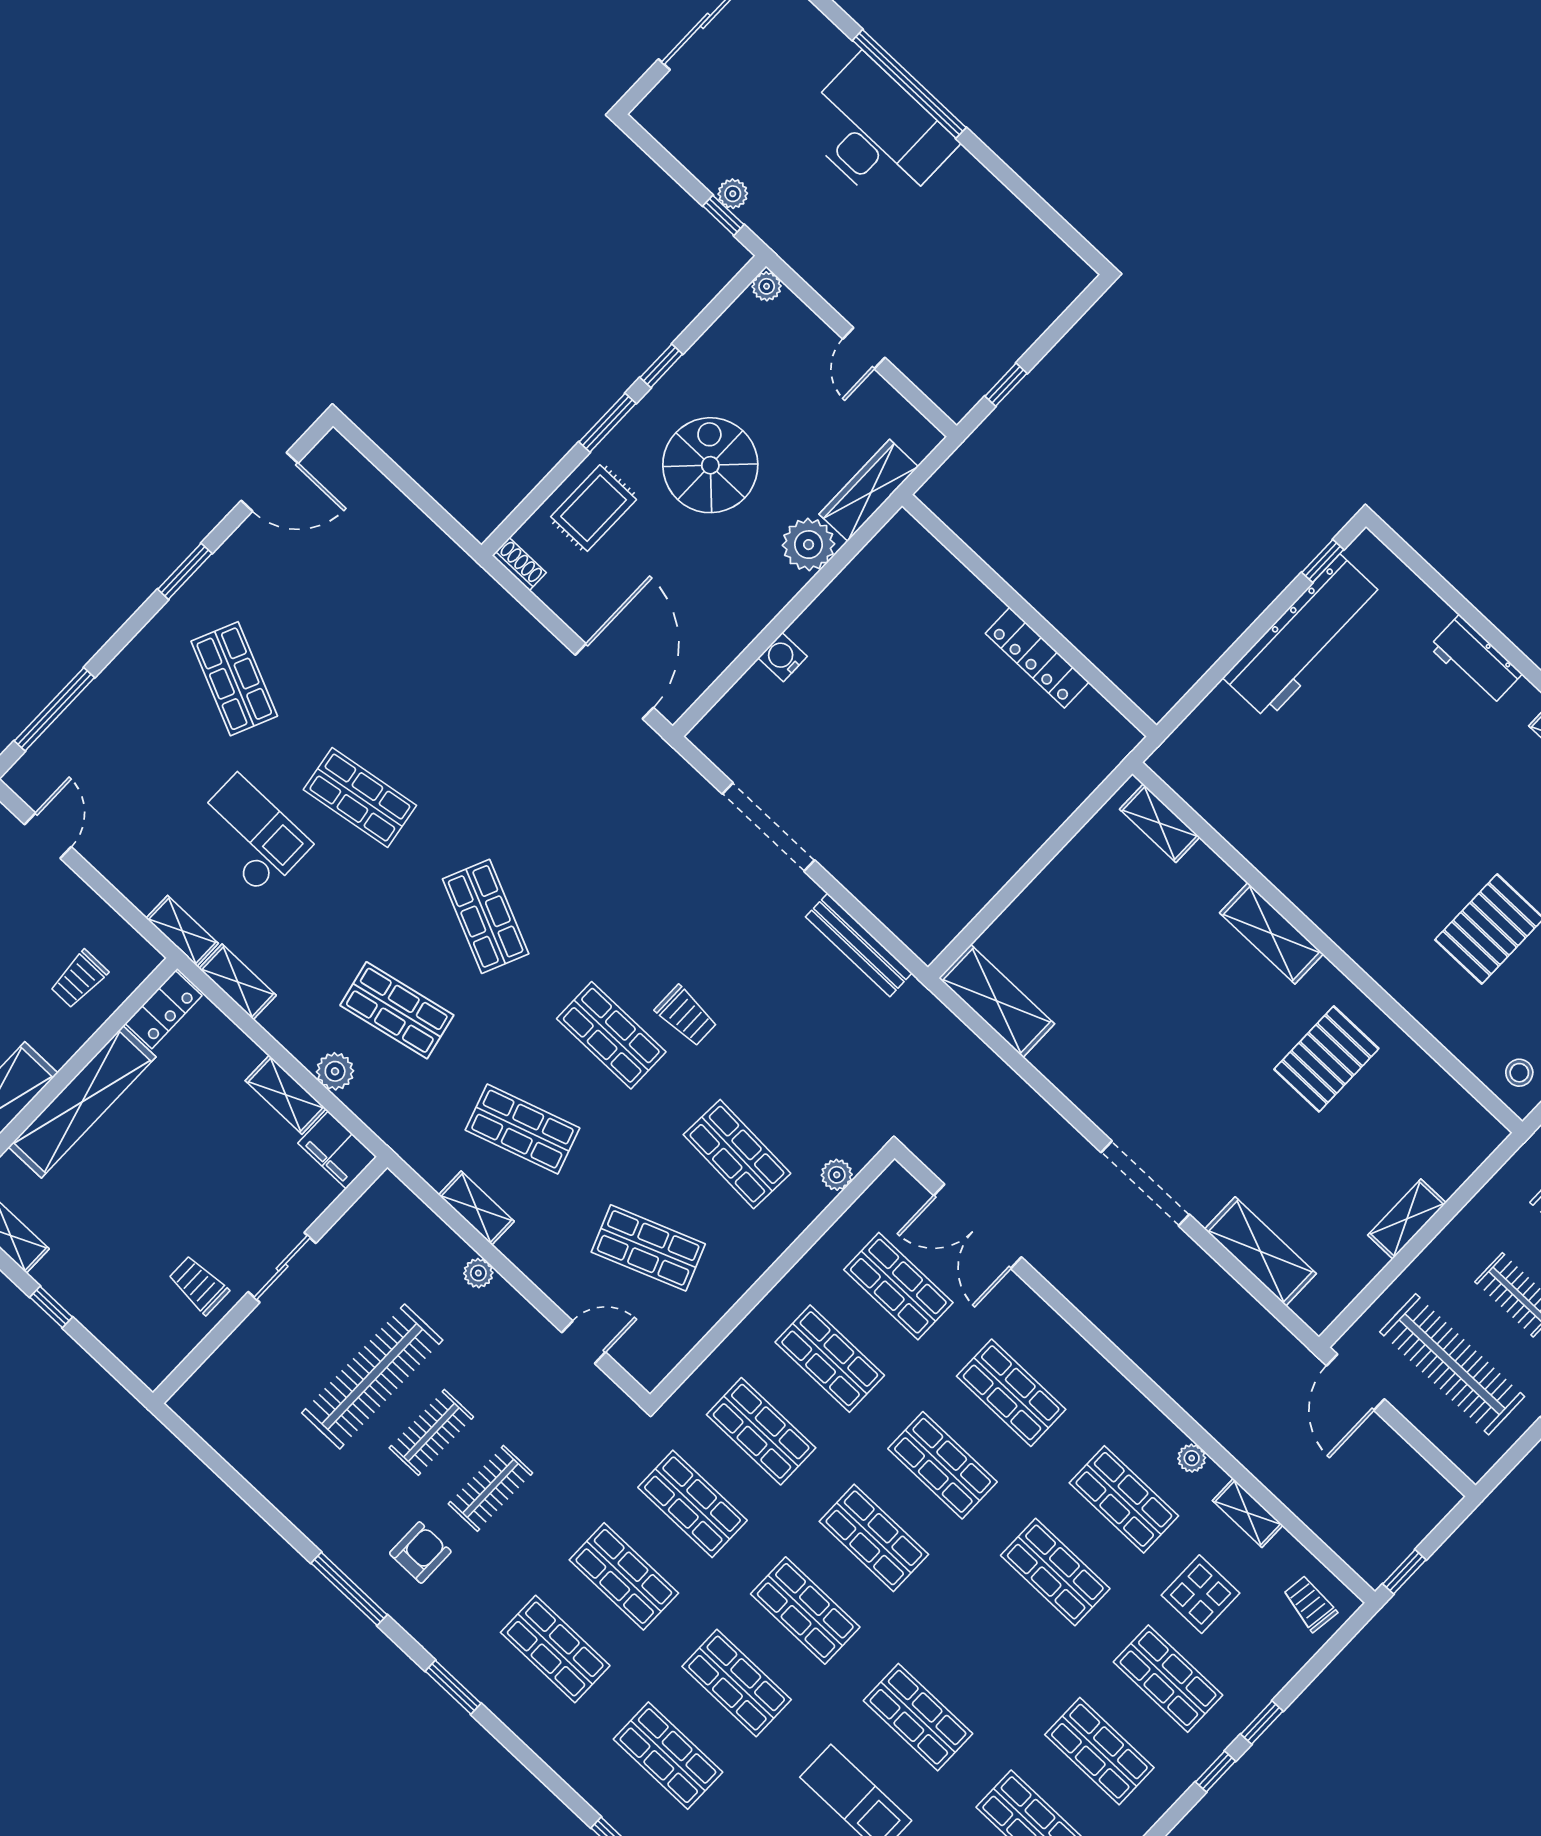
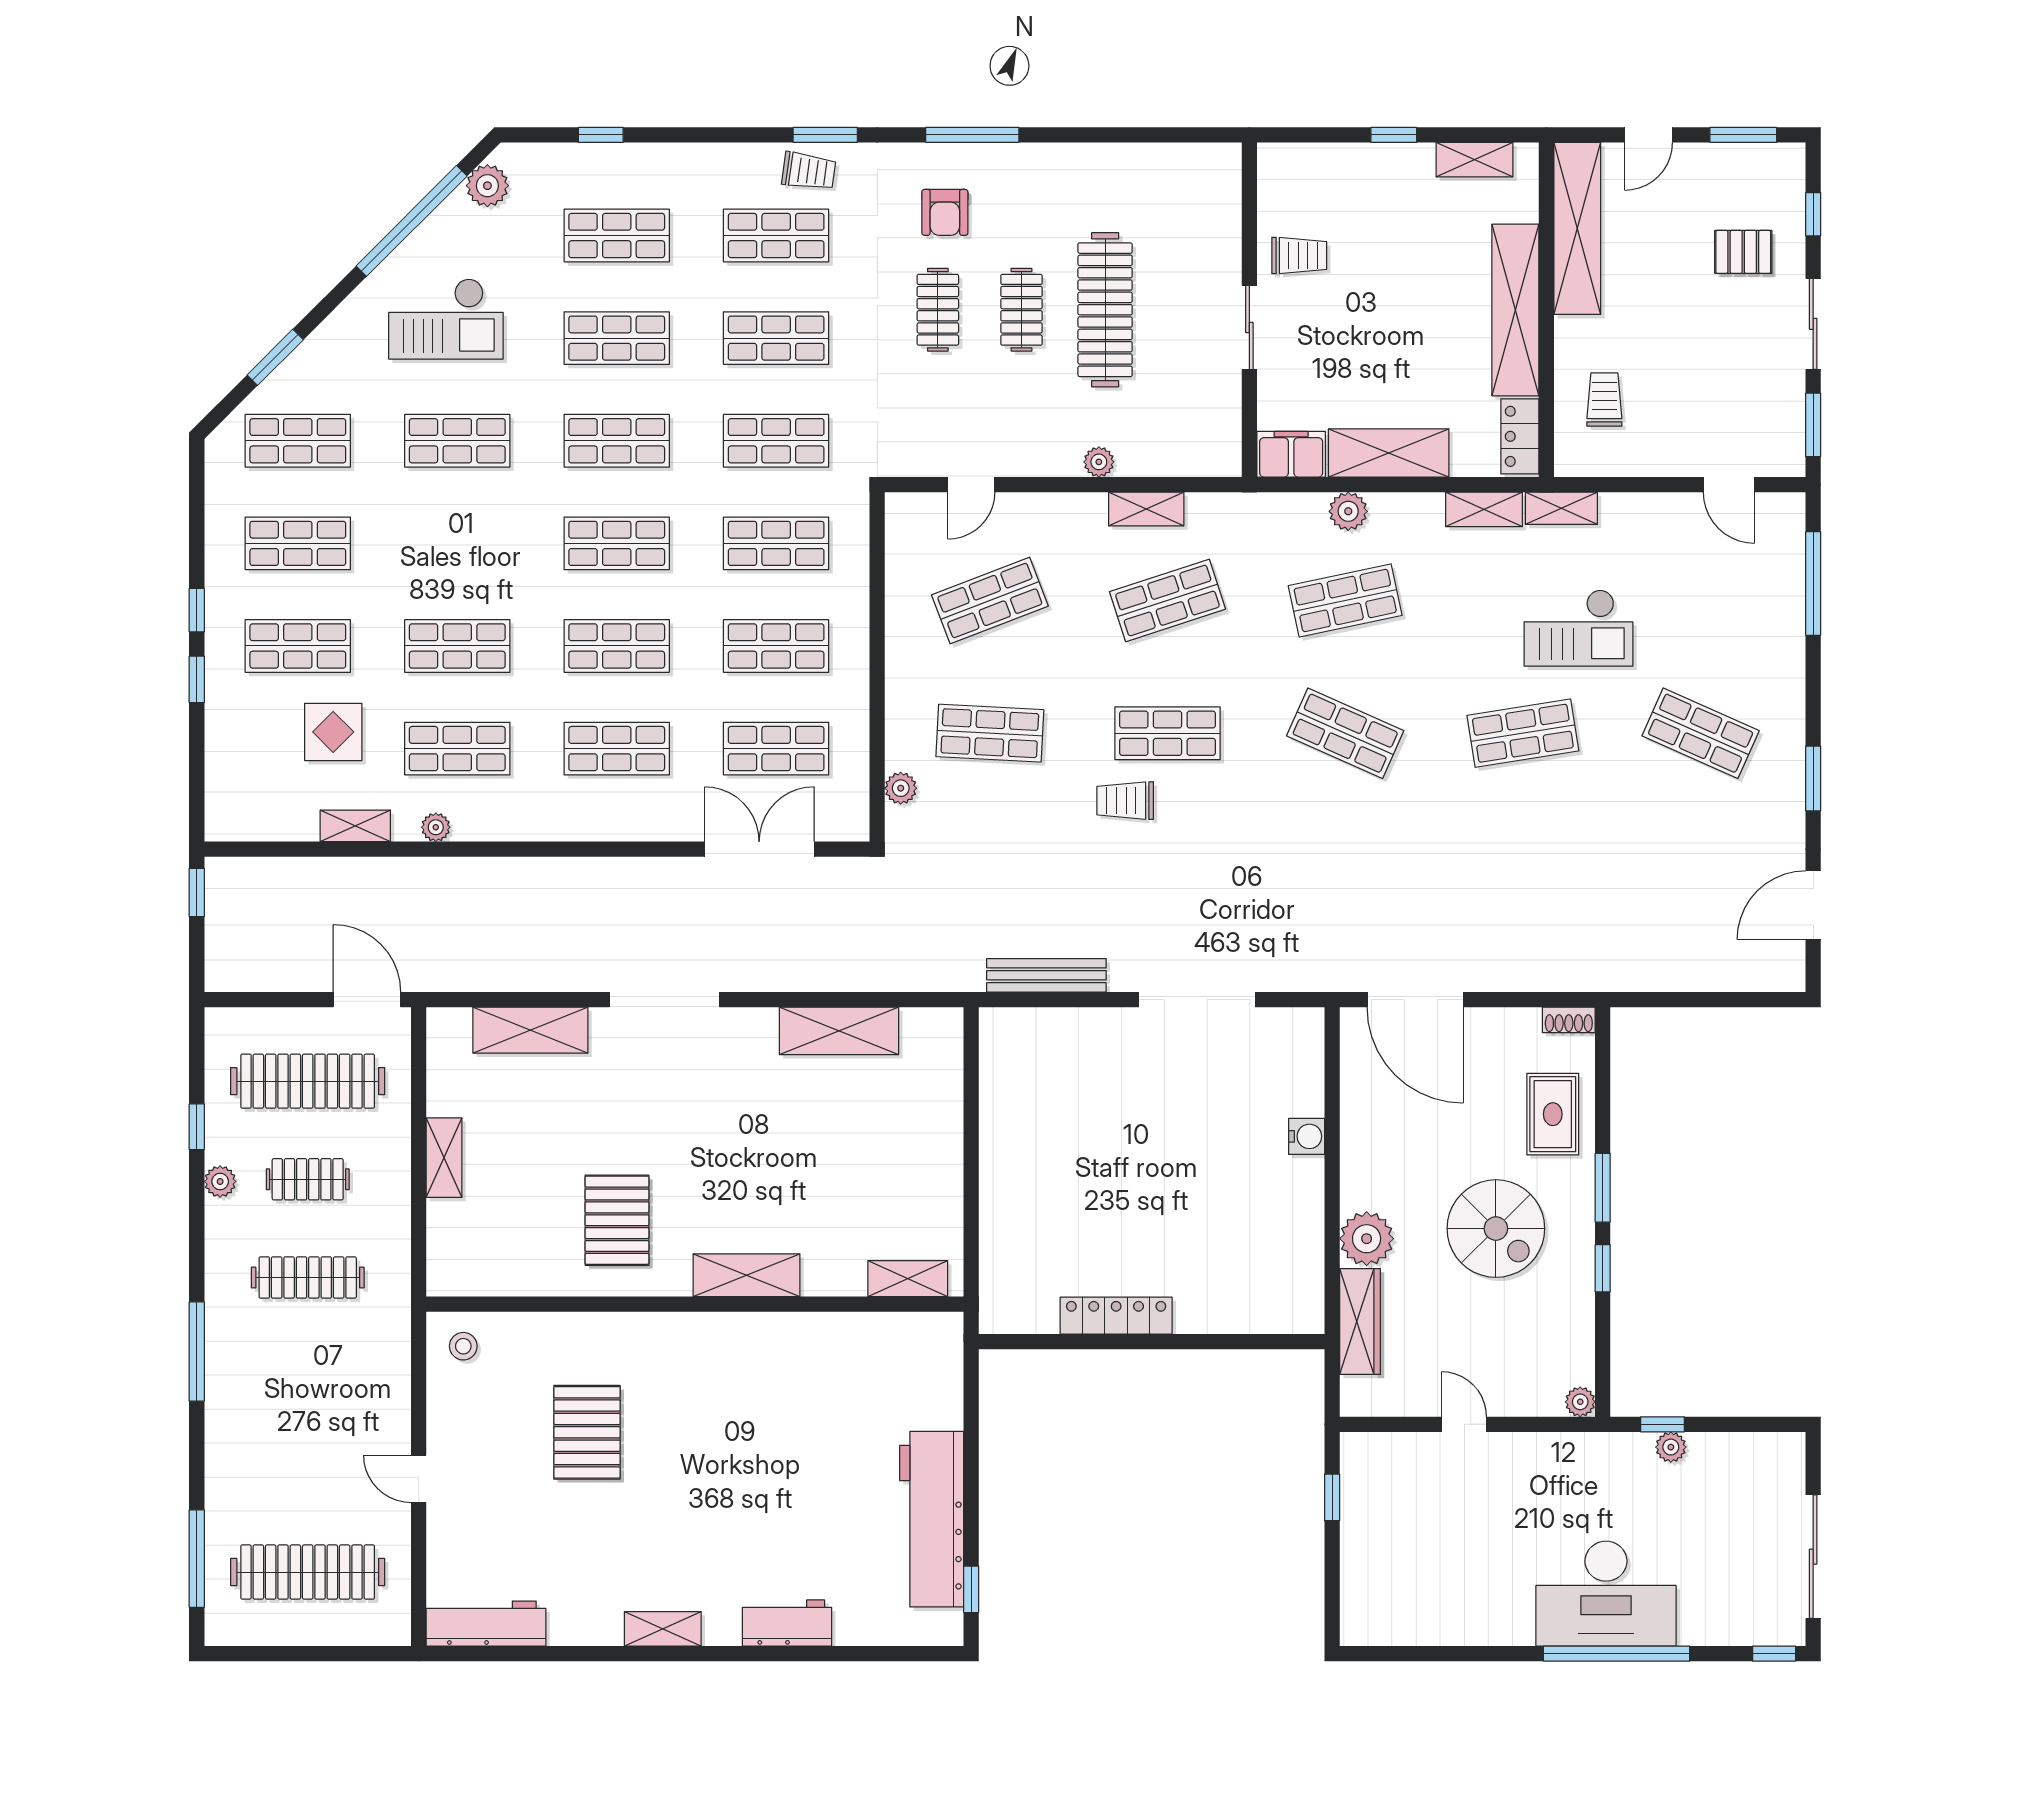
shelving: (997, 1001) -> (839, 1031), moved
shelving: (286, 1095) -> (1389, 453), width x1.50, depth x1.33
trolley: (1310, 1604) -> (809, 171), moved

